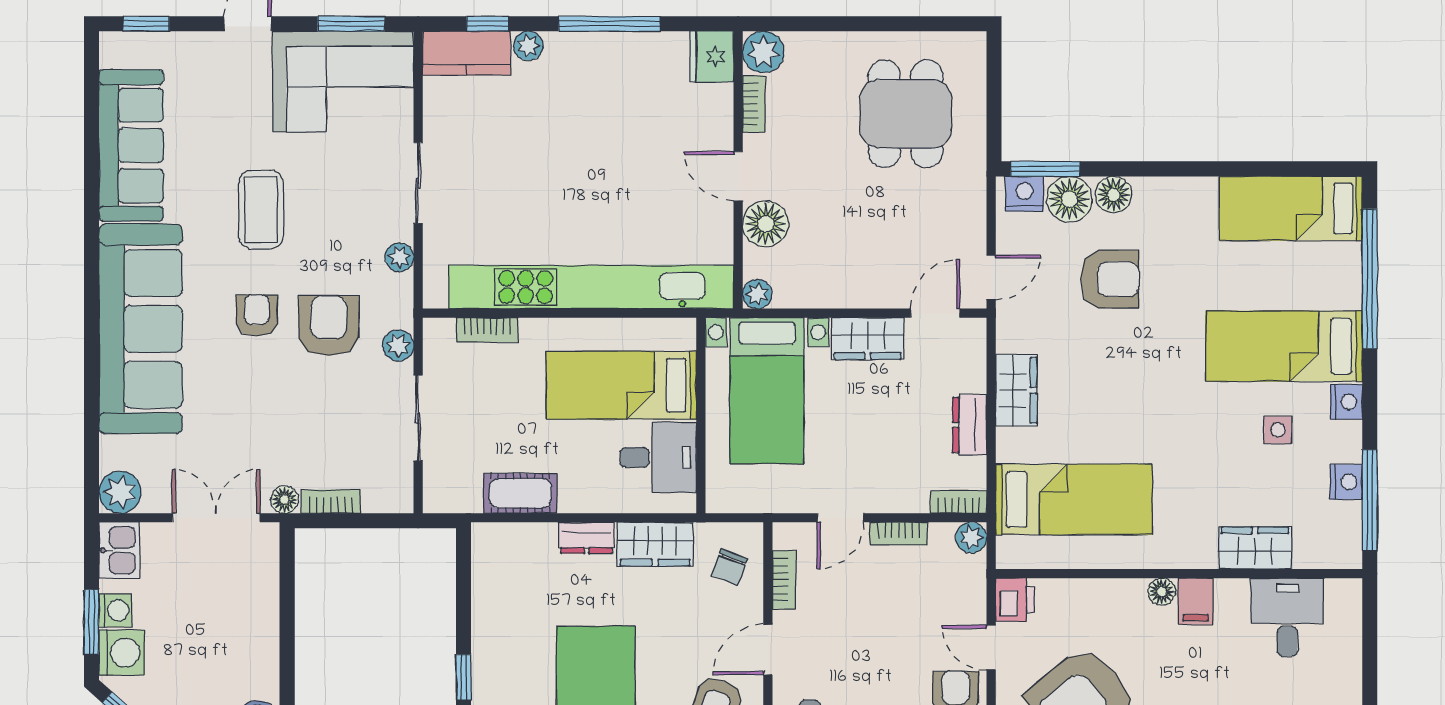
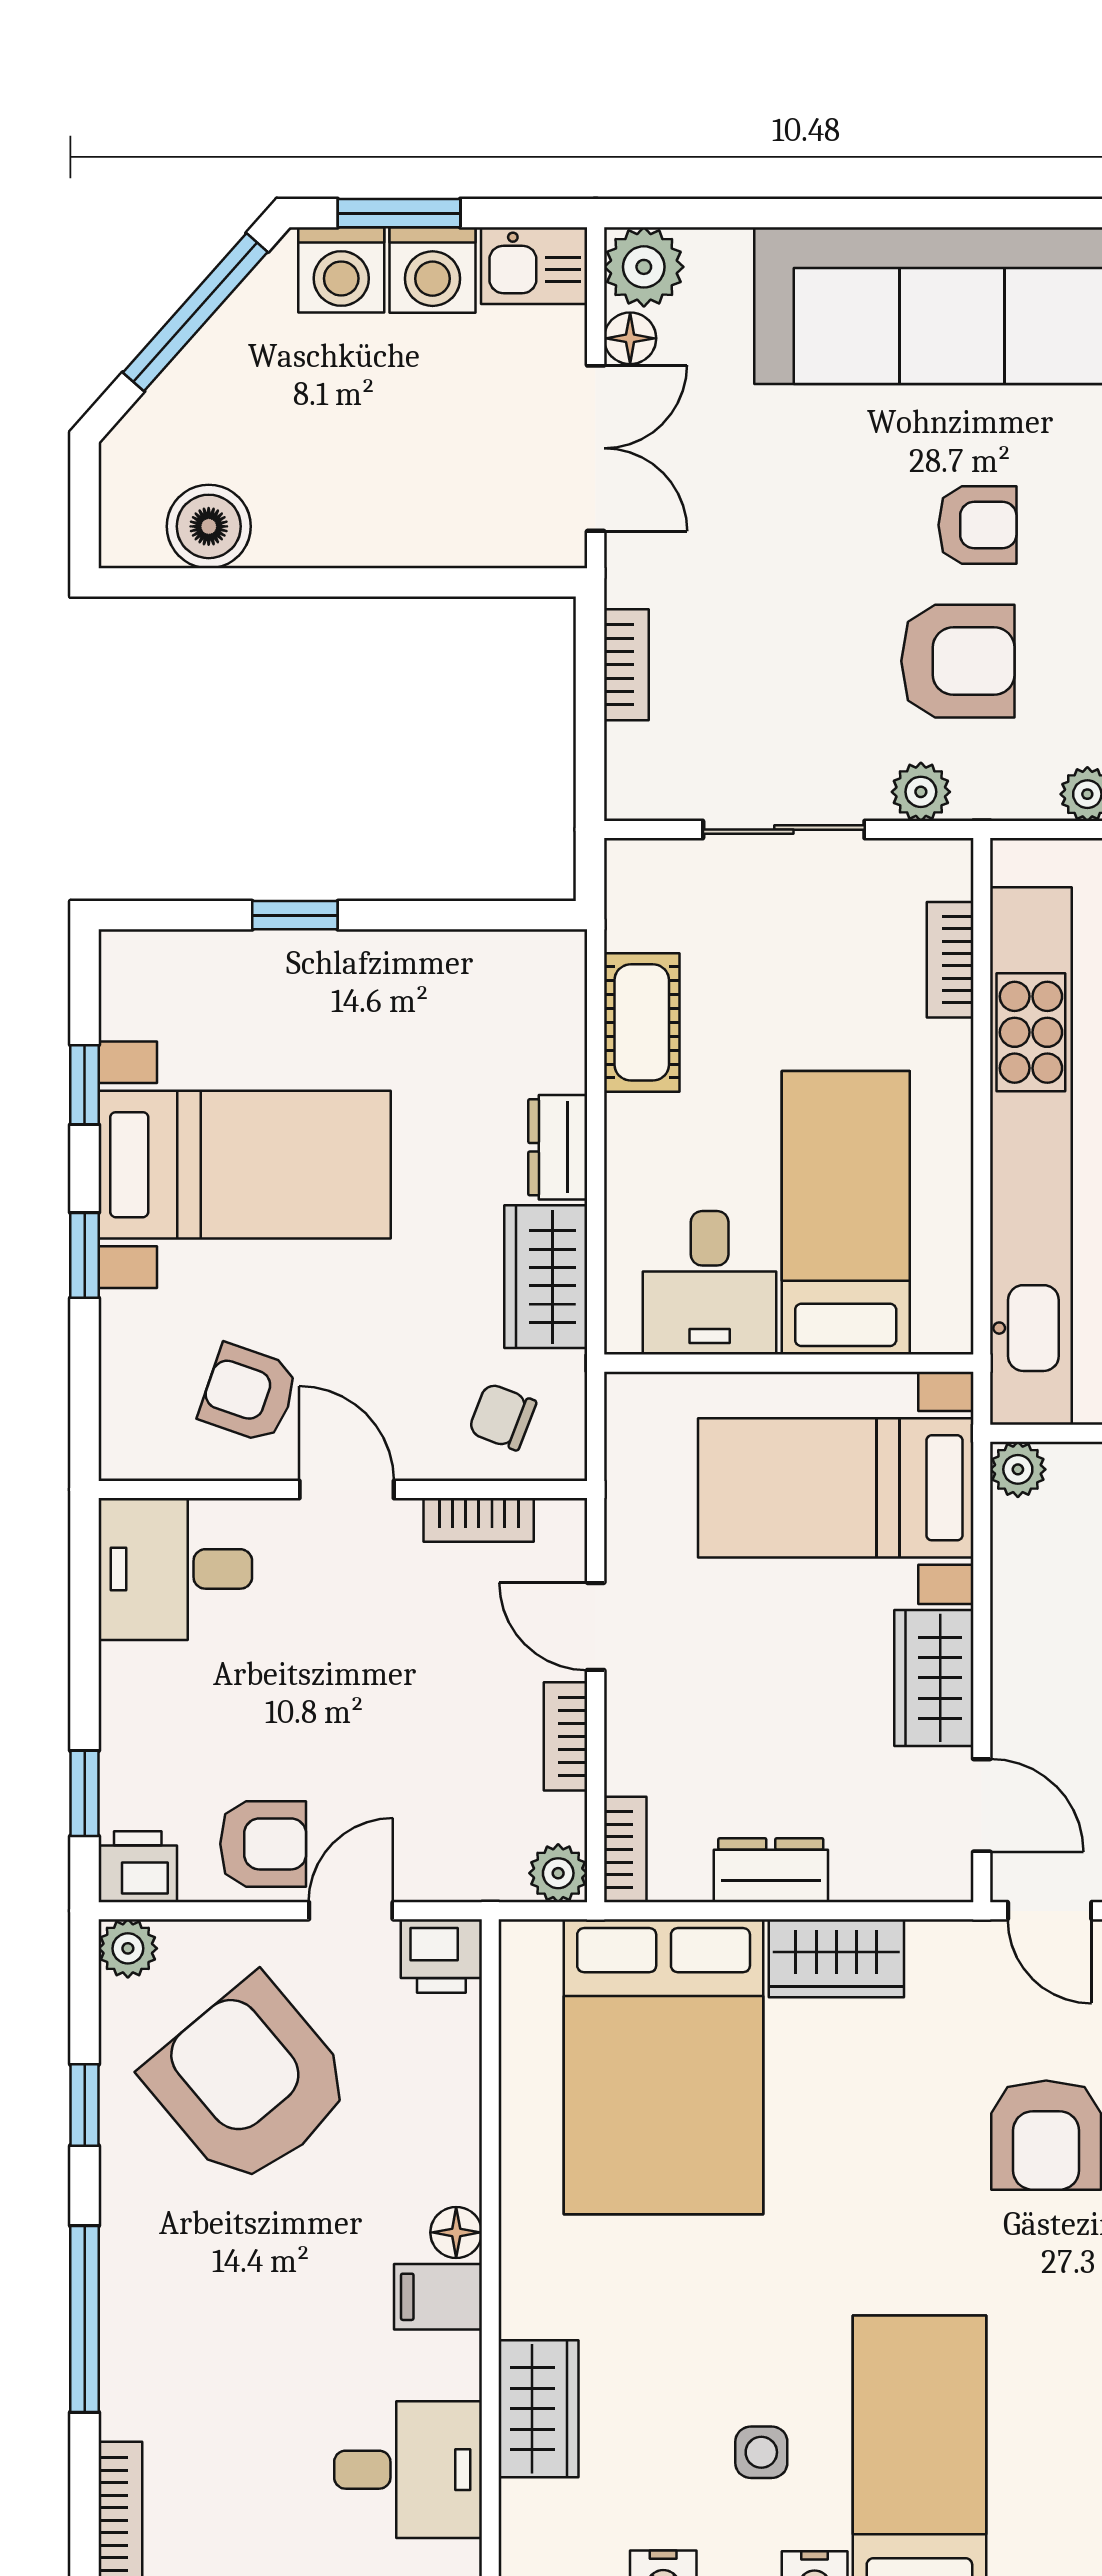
bed: (1074, 499) -> (664, 2067), width x1.50
floor lamp: (285, 500) -> (630, 338), moved
washing machine: (115, 610) -> (433, 270), width x1.38, depth x1.38

